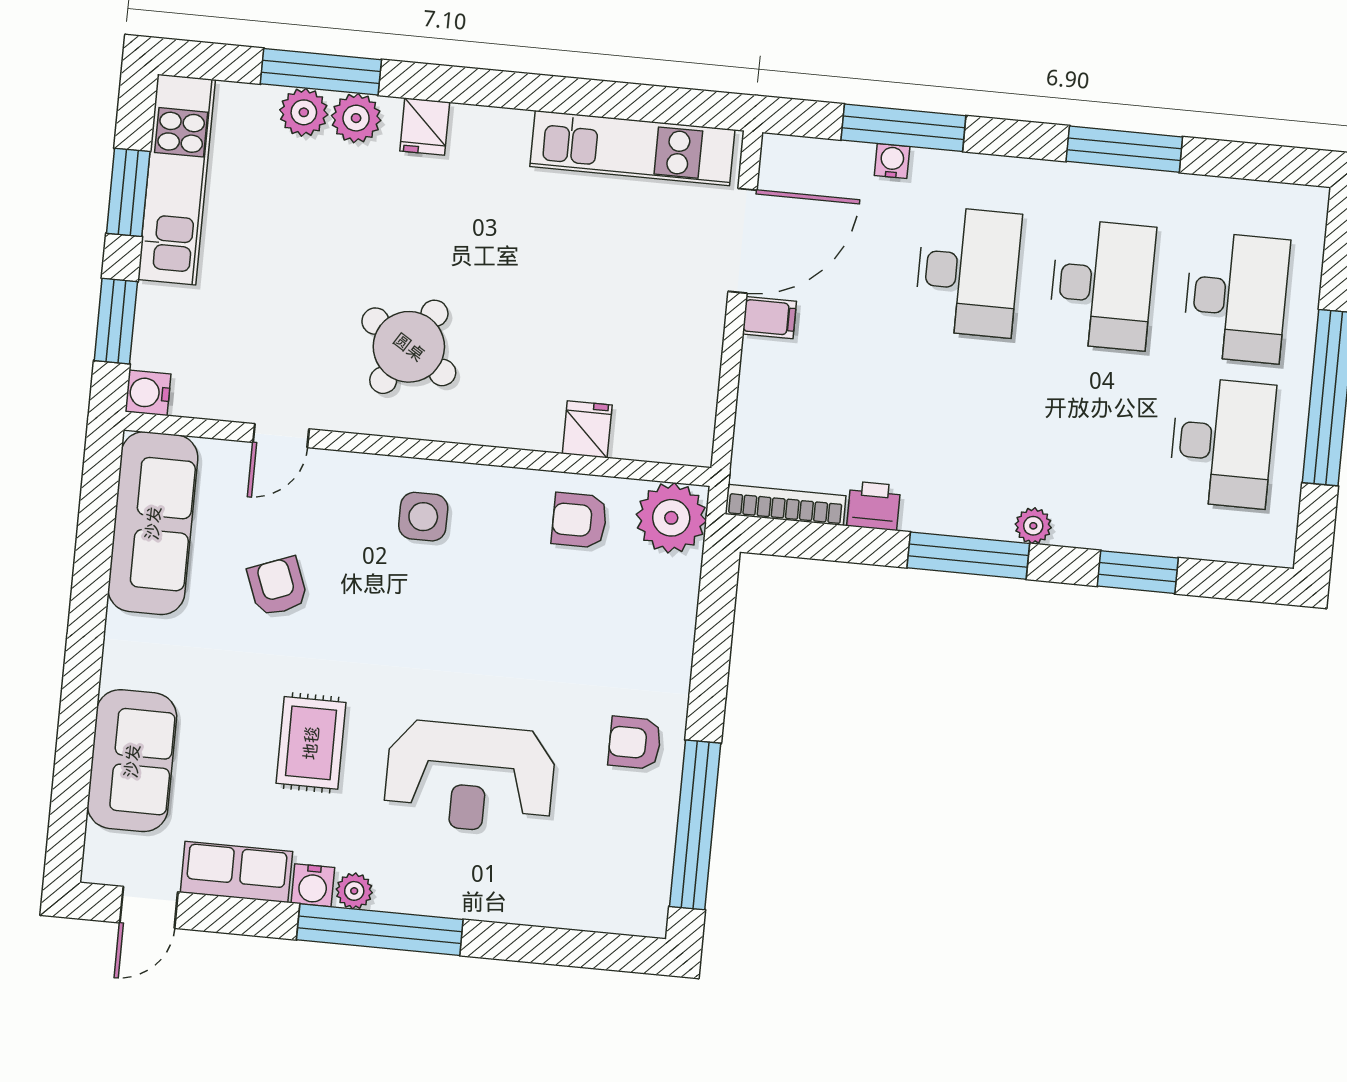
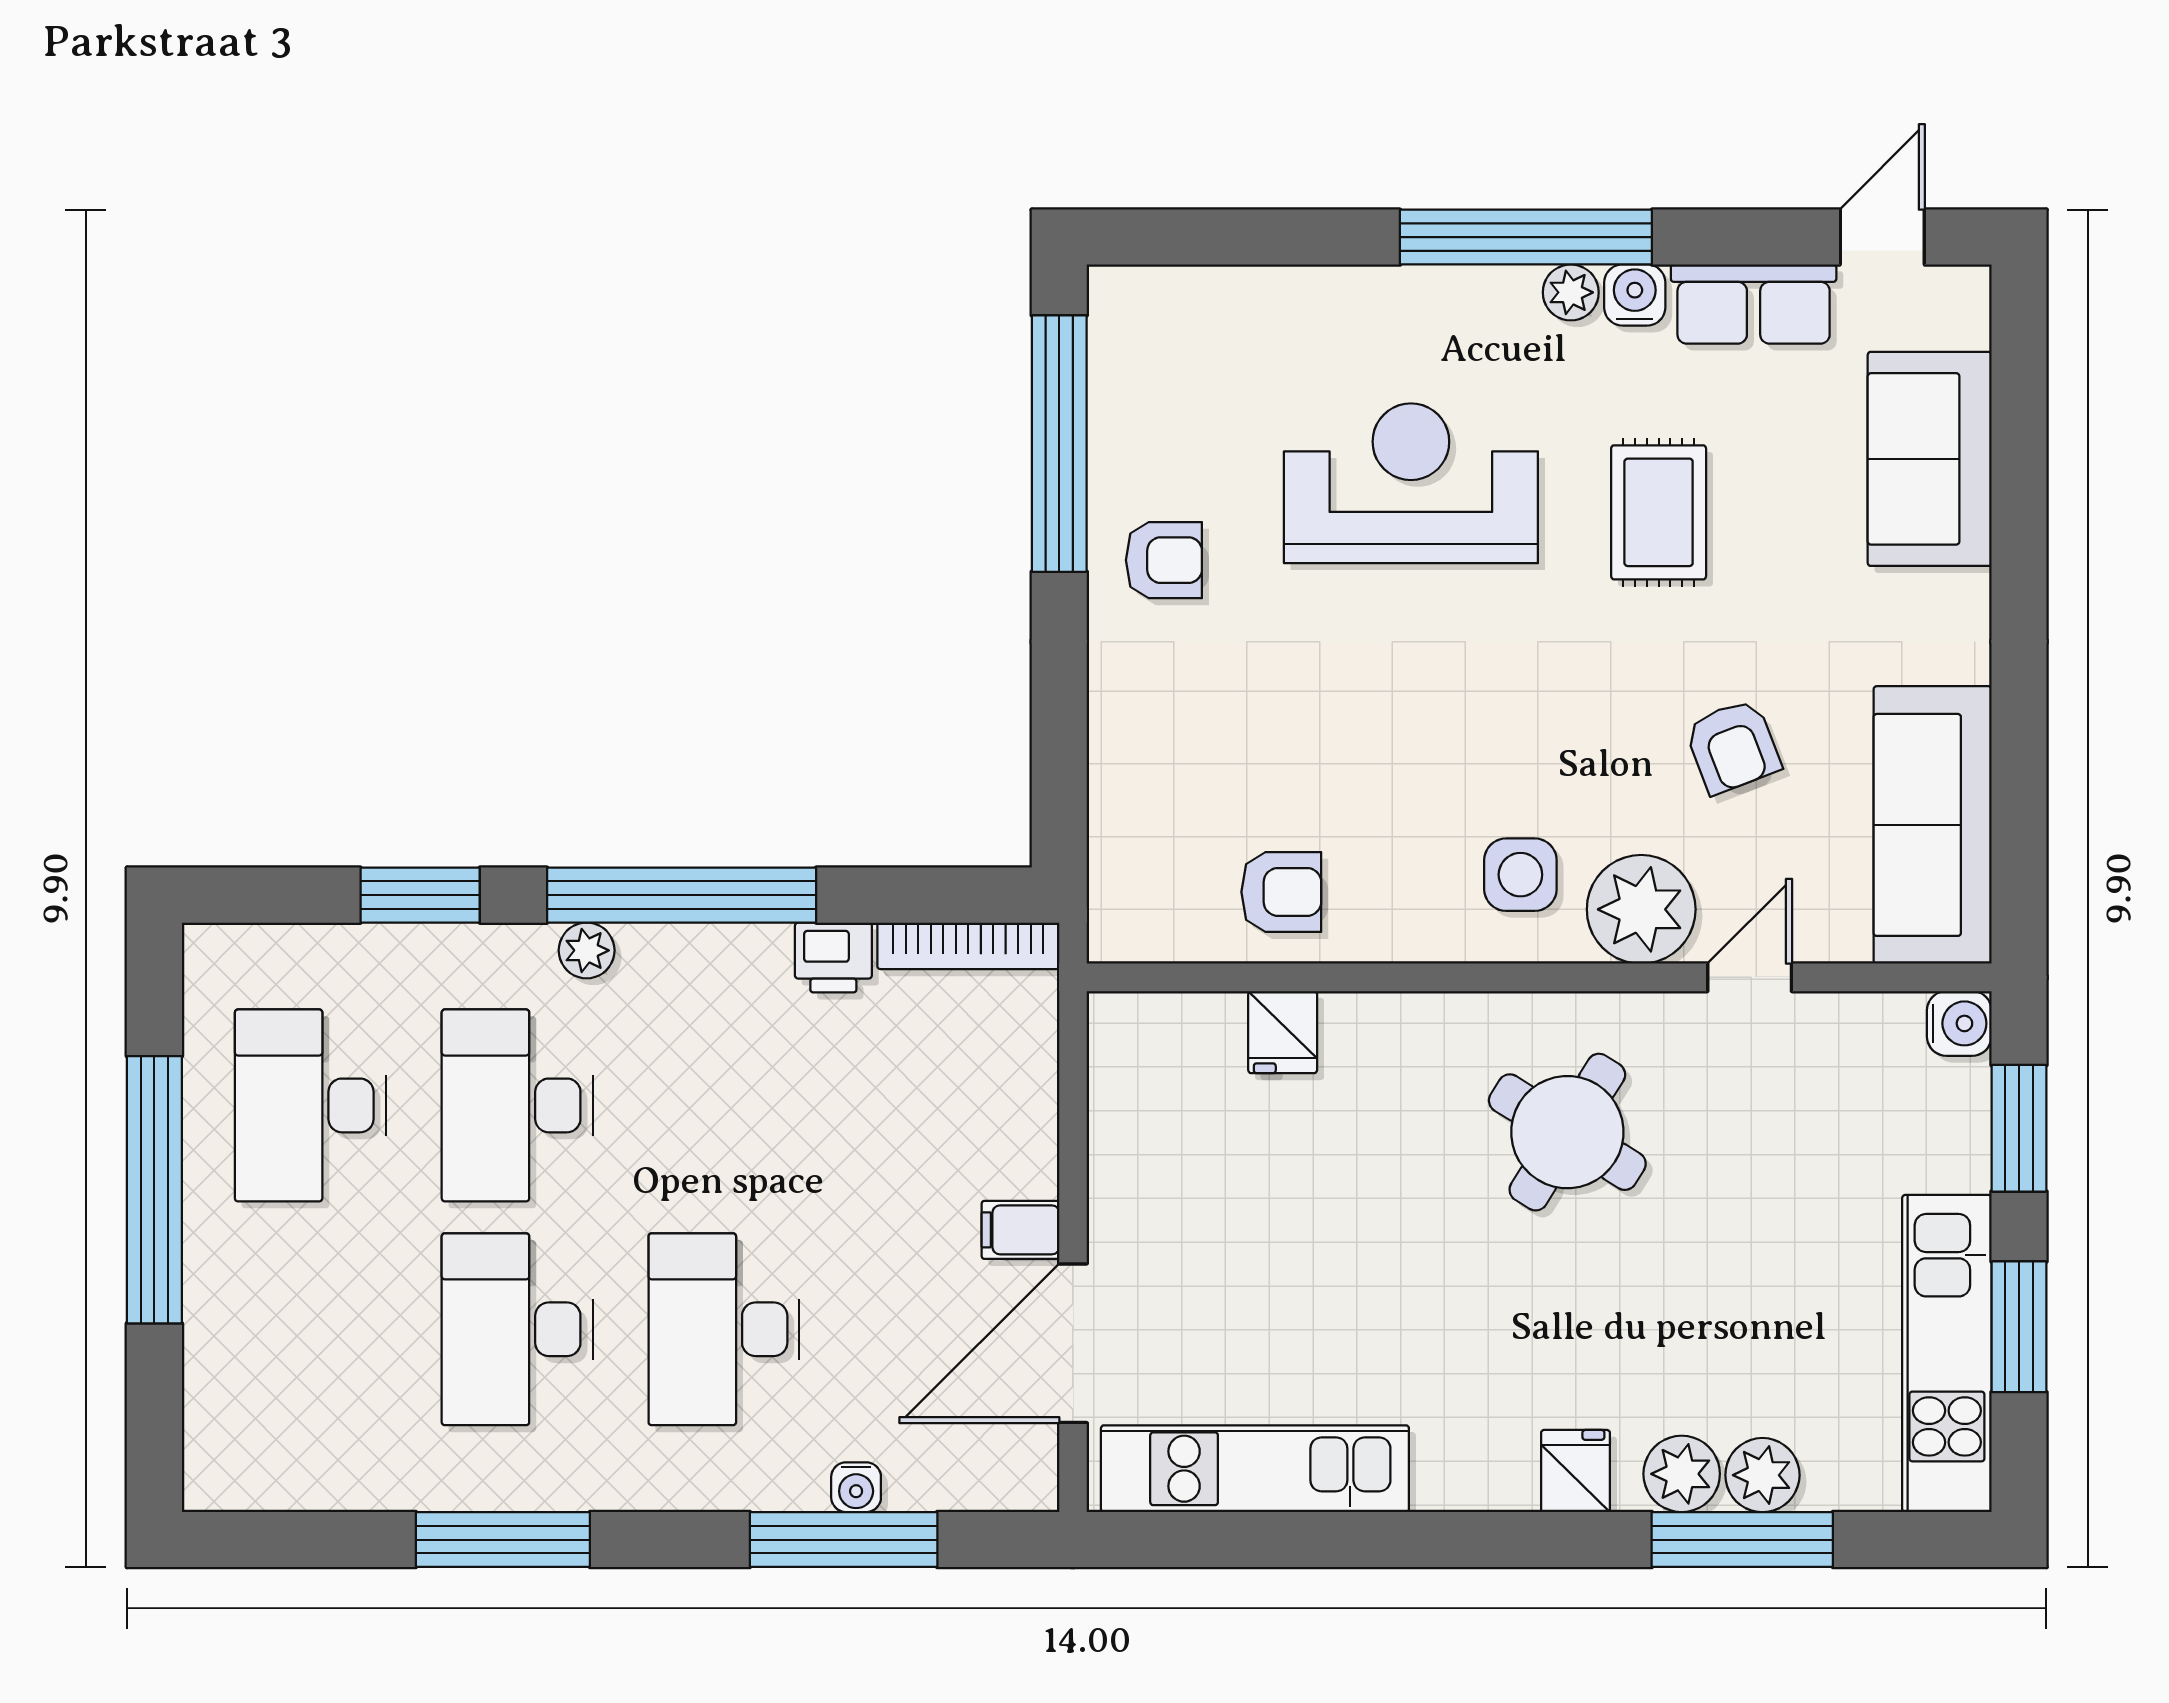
desk: (1236, 297) -> (517, 1105), moved
plant: (671, 518) -> (1641, 909), moved
window: (968, 556) -> (682, 895), width x1.46

